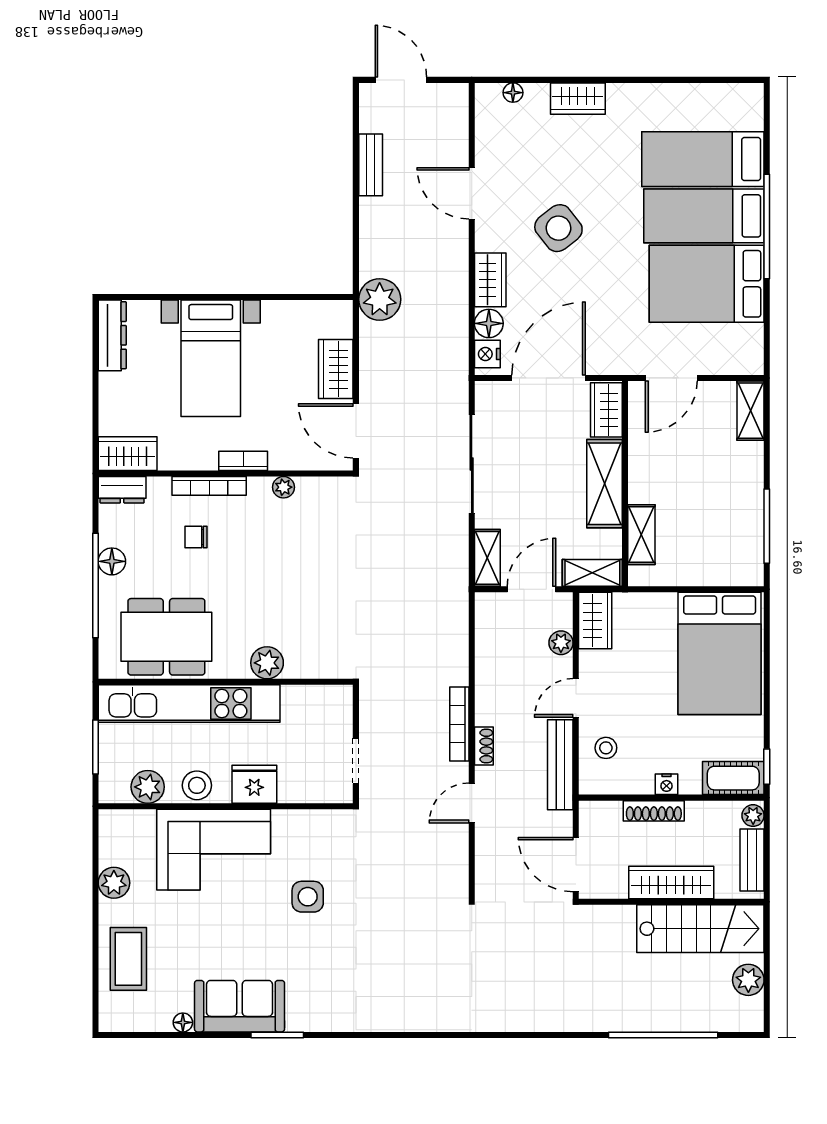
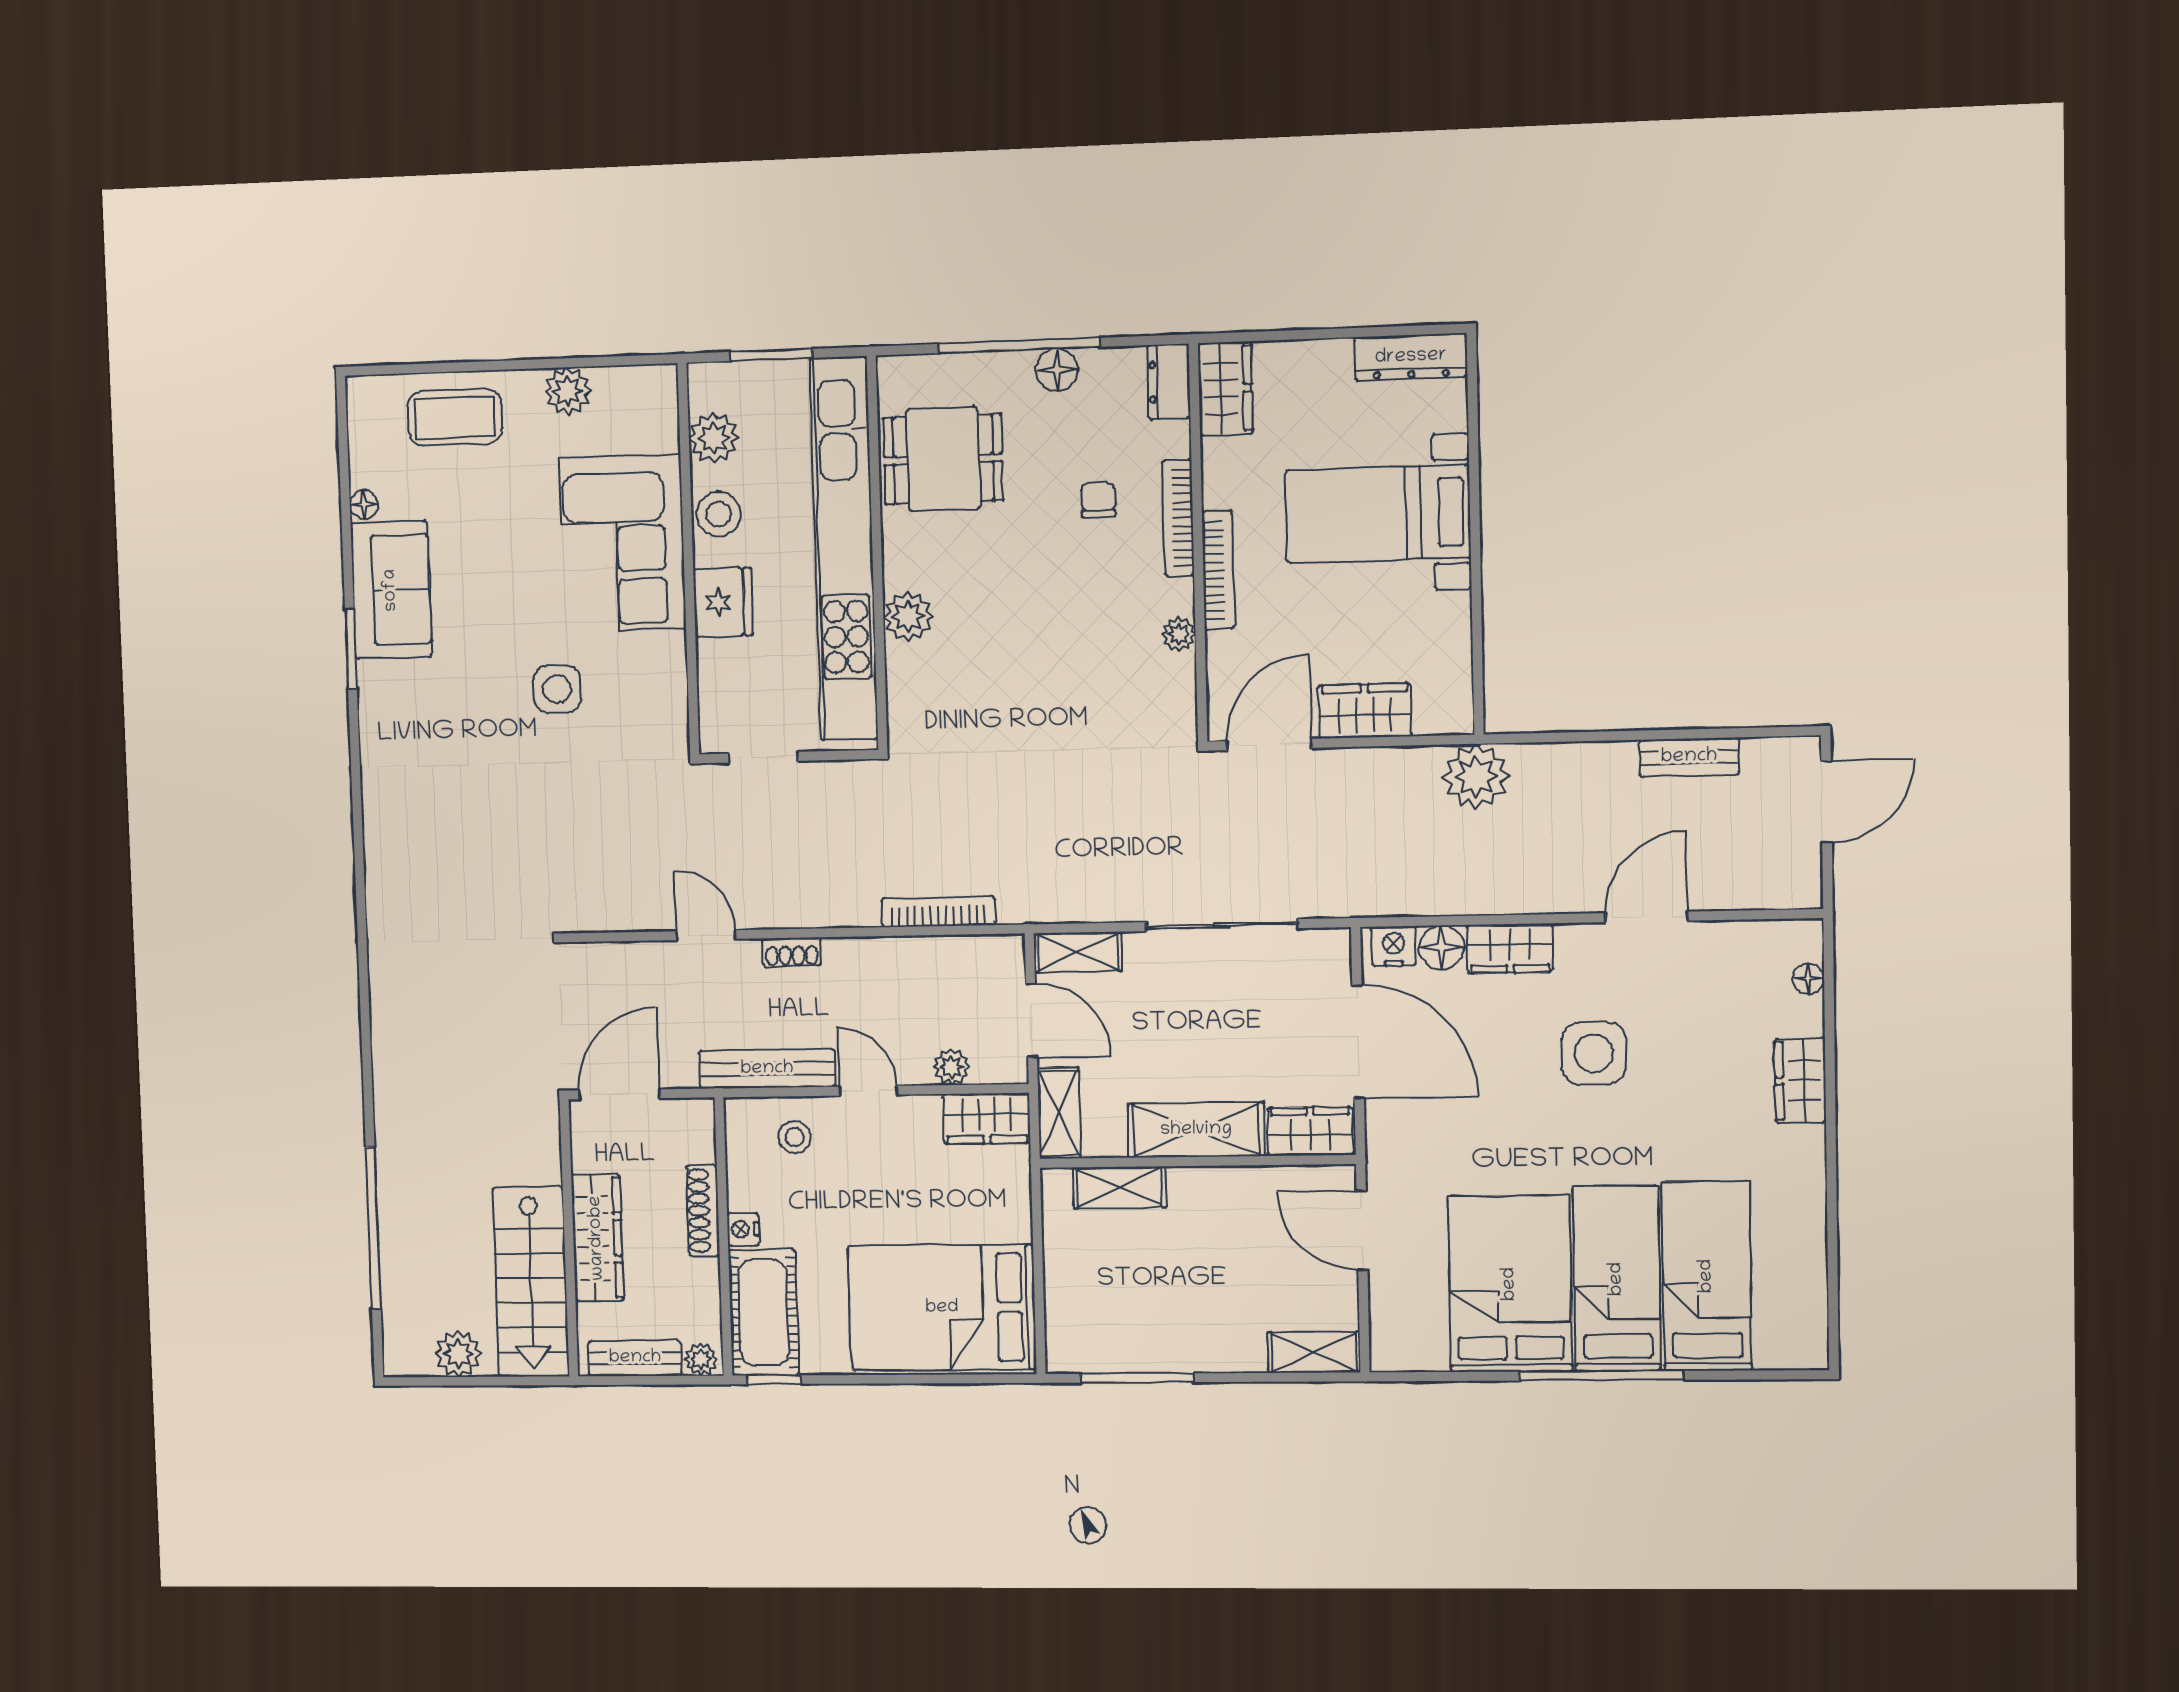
side table: (558, 228) -> (1594, 1053), turned 38
bookcase: (243, 461) -> (1218, 570), width x1.56
dining table: (166, 637) -> (943, 459), width x0.73
kitchen unit: (189, 704) -> (844, 549), width x1.36
bookcase: (459, 724) -> (938, 912), moved
cot: (733, 778) -> (764, 1312), width x1.37, depth x1.34

